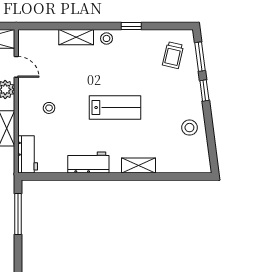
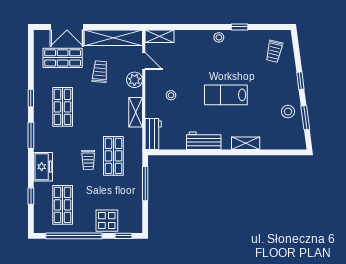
shelving: (76, 37) -> (159, 36), moved
window: (200, 57) -> (305, 118), moved
lab bench: (115, 108) -> (226, 95), turned 180

